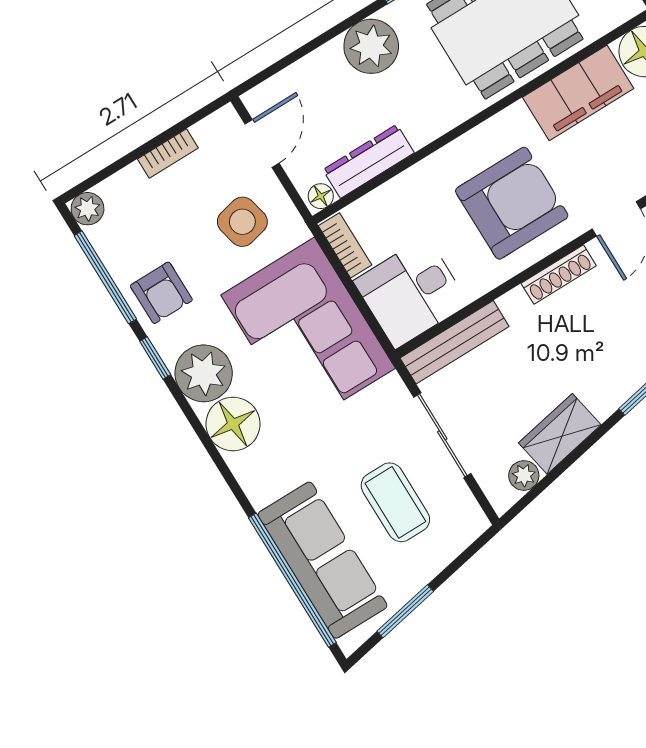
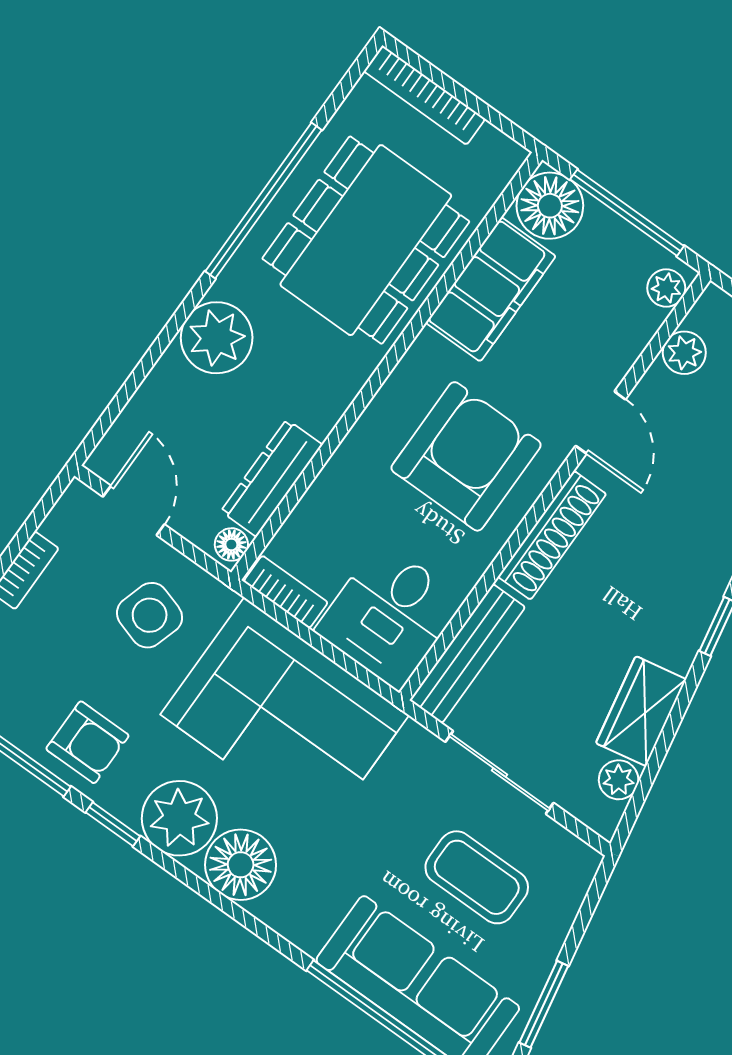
side table: (242, 222) -> (150, 615), turned 30
shoe rack: (559, 275) -> (552, 535), width x1.36, depth x1.24

